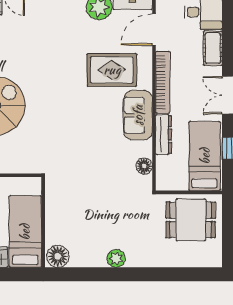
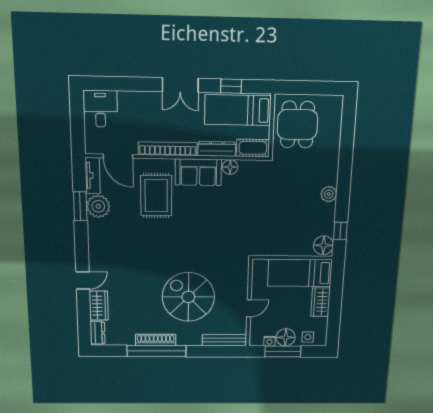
cot: (213, 48) -> (253, 148), moved
floor lamp: (144, 166) -> (230, 167), moved
window: (75, 274) -> (340, 231), added

